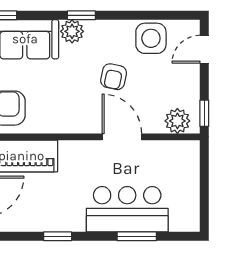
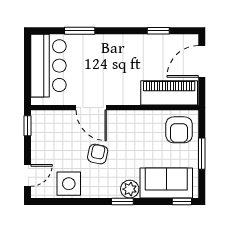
plant: (177, 121) -> (48, 120), removed
bar counter: (127, 209) -> (48, 66), moved, turned -90
window: (58, 236) -> (158, 31), moved

